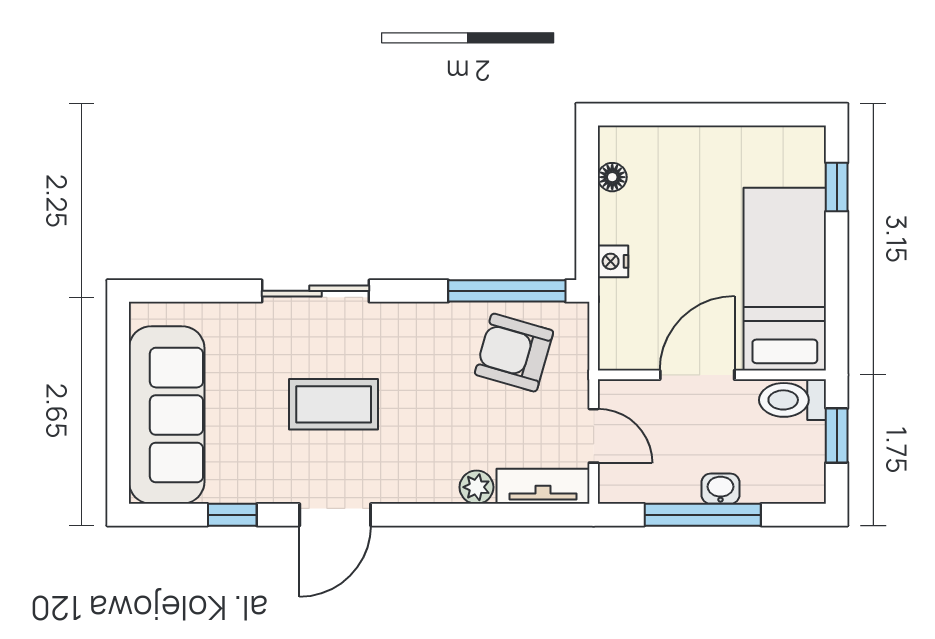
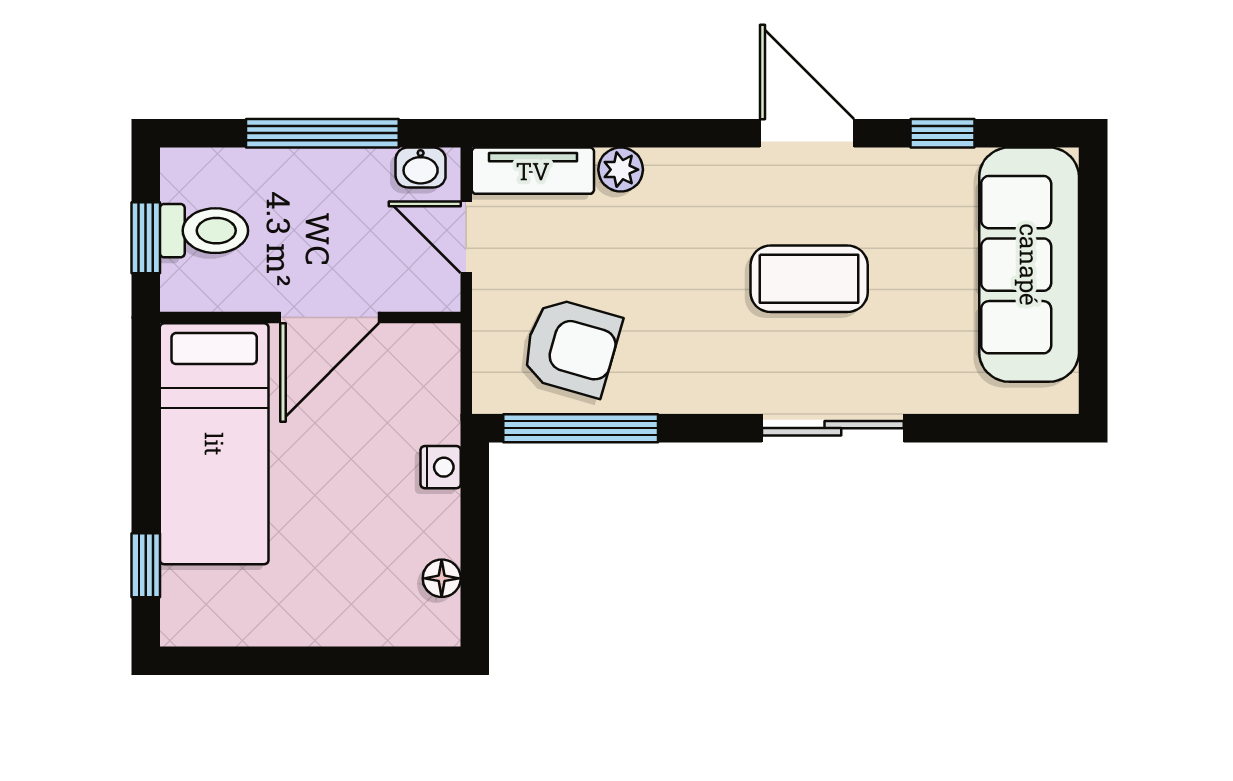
toilet: (793, 400) -> (204, 231), moved
washbasin: (720, 489) -> (421, 167), moved
door: (335, 515) -> (807, 133), hinge flipped

